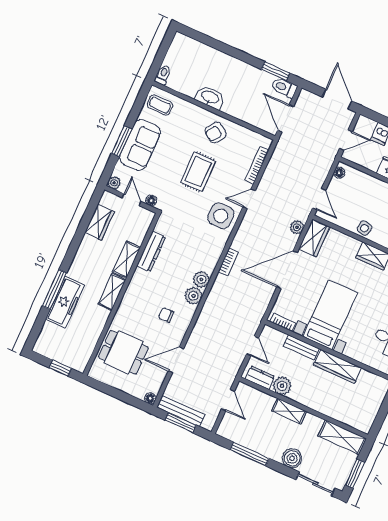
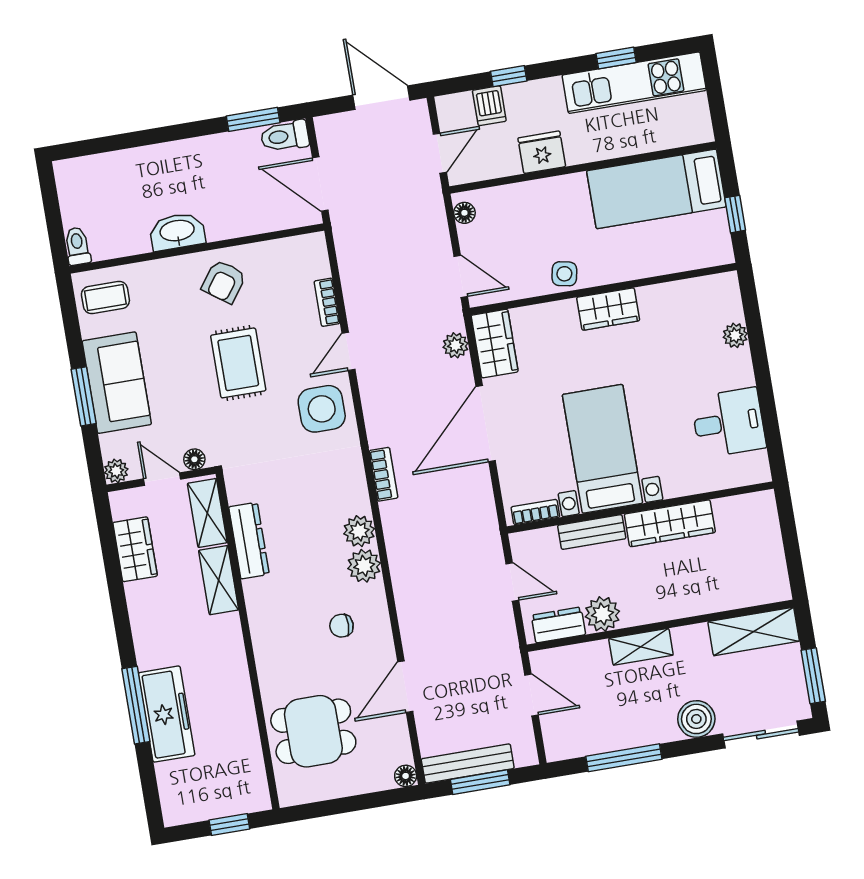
bookcase: (257, 165) -> (327, 302), width x0.64
shelving: (112, 292) -> (207, 513), moved

